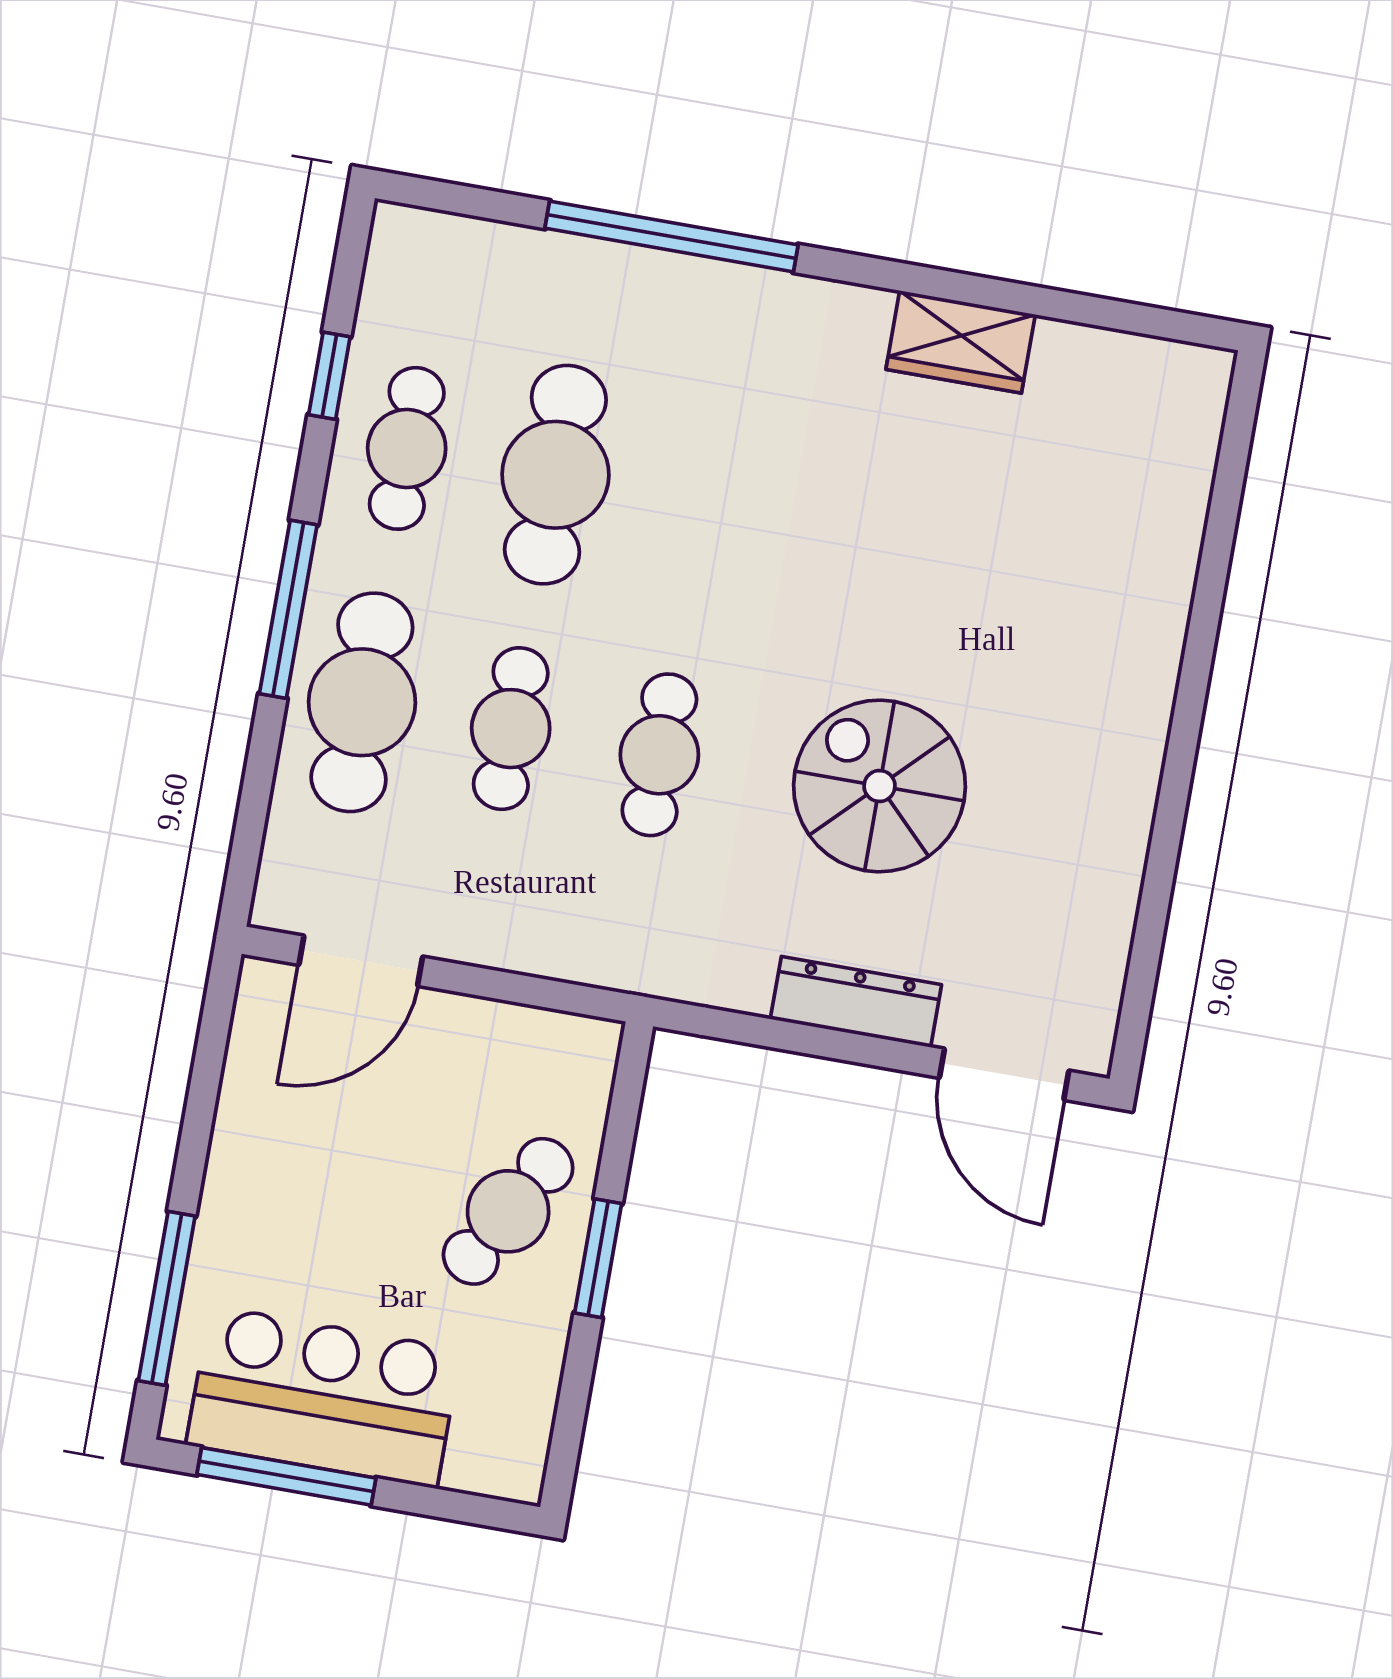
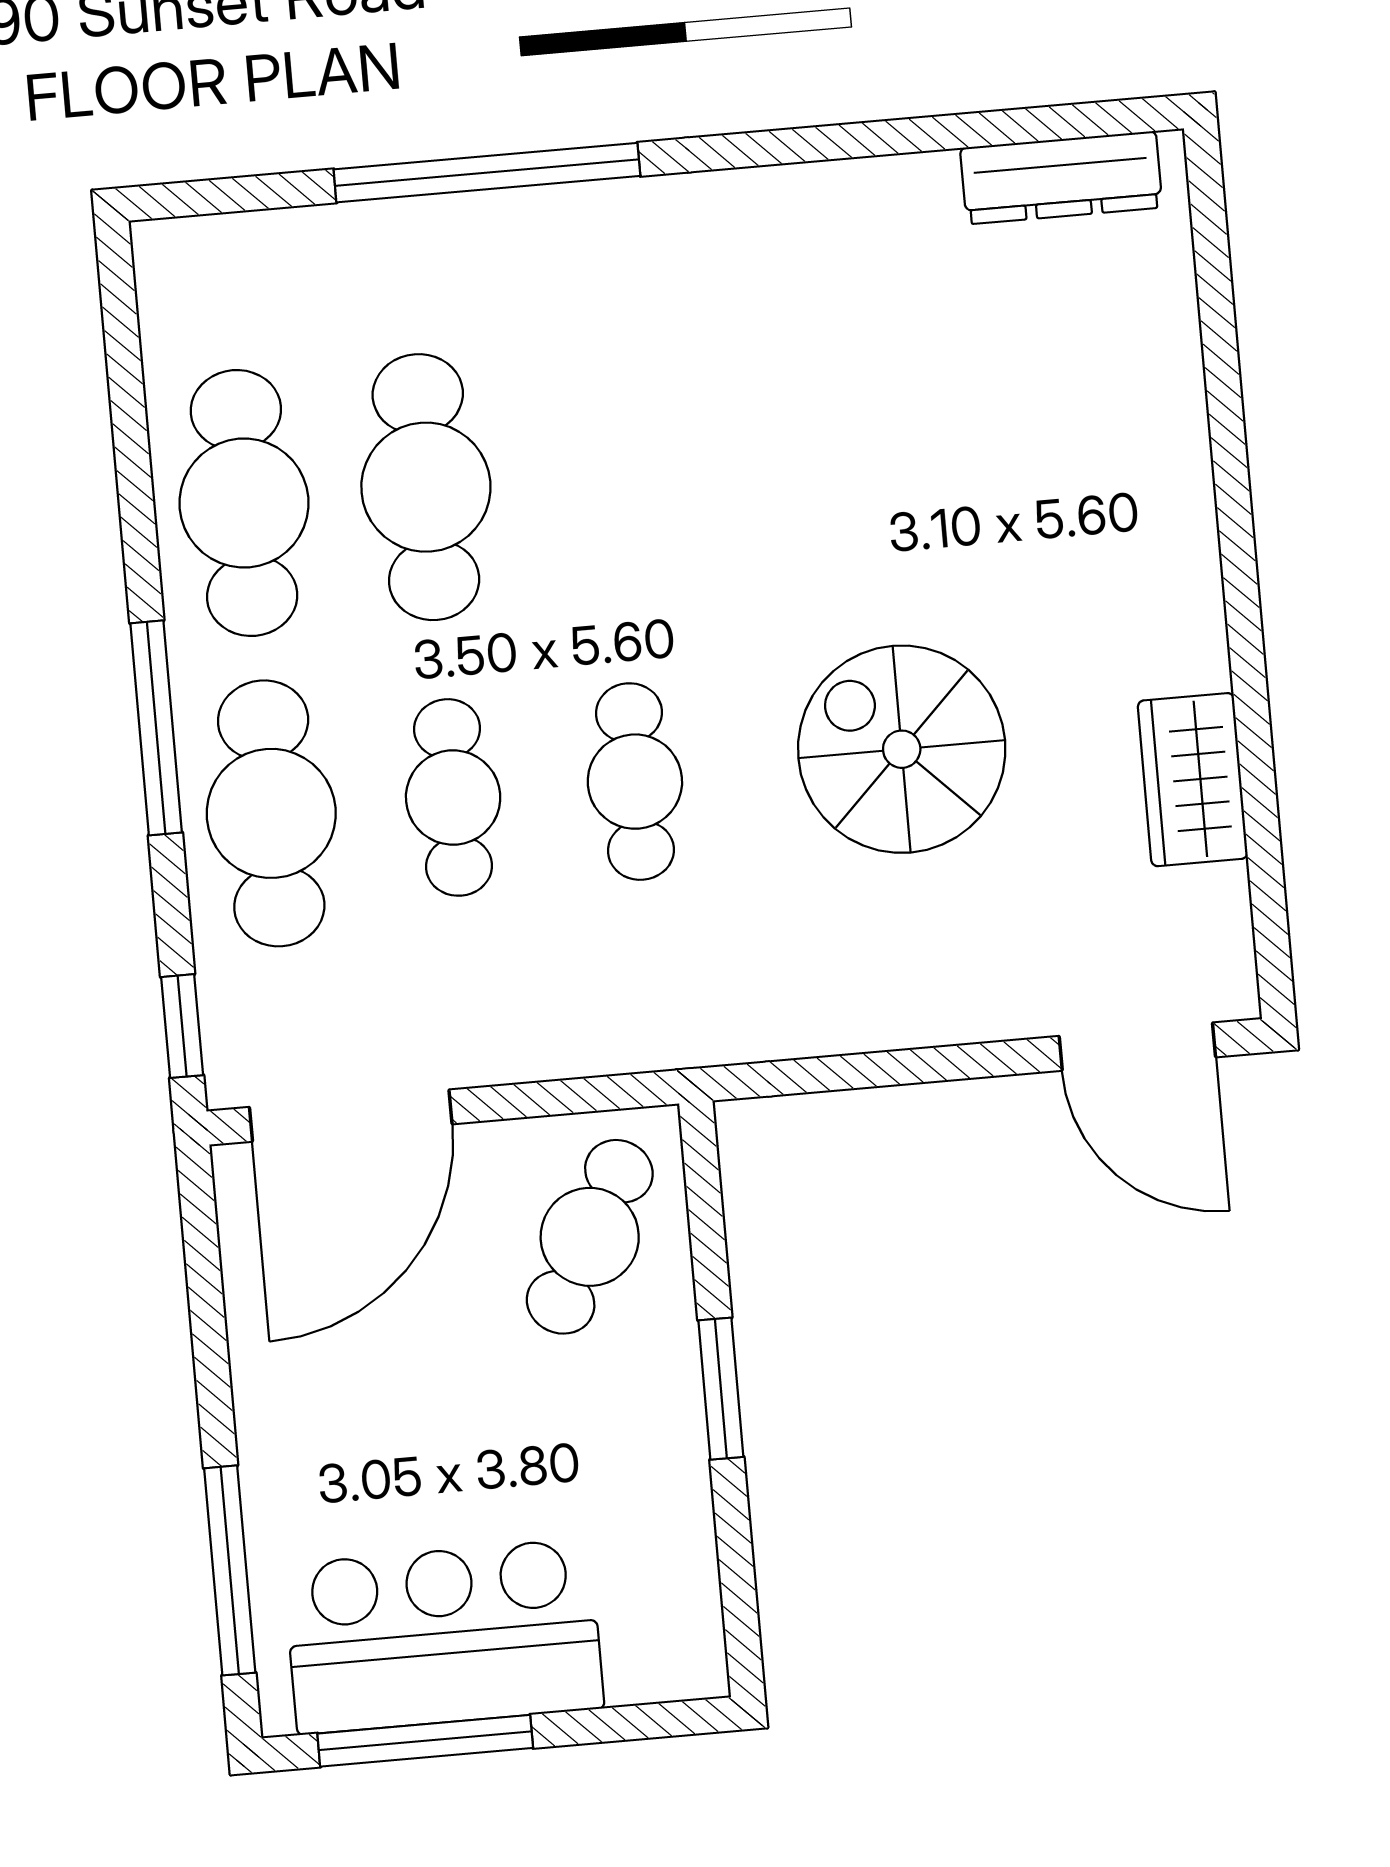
wardrobe: (961, 342) -> (1193, 780), moved, turned 90
window: (329, 376) -> (182, 1026), moved
cafe table: (407, 448) -> (244, 503), width x1.37, depth x1.35
door: (361, 961) -> (351, 1116), width x1.36
dresser: (856, 1002) -> (1061, 178), moved, turned 180
cafe table: (508, 1211) -> (590, 1237), moved

